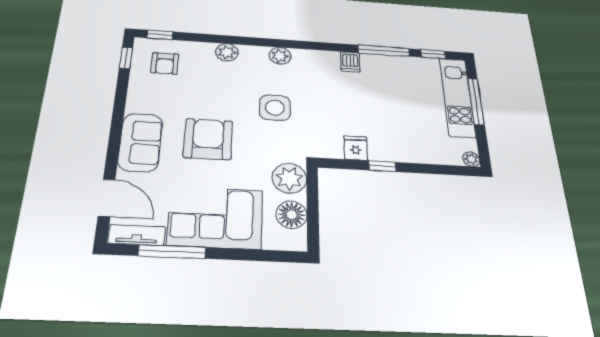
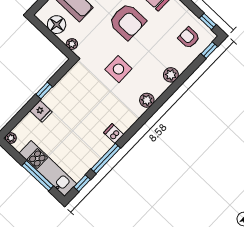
fridge: (356, 148) -> (41, 111), moved
plant: (289, 178) -> (72, 44), width x0.53, depth x0.53

